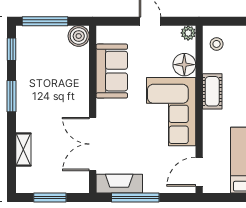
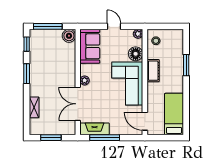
sofa: (112, 71) -> (90, 46), moved
plant: (103, 107) -> (85, 80), added
door: (199, 172) -> (145, 121), hinge flipped

